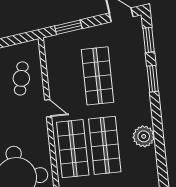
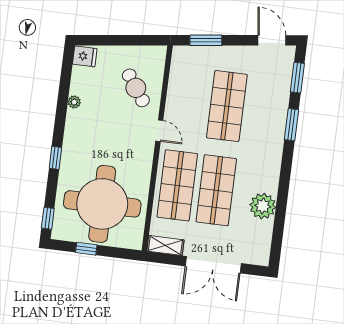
cafe table: (21, 78) -> (136, 88), turned -47
plant: (144, 136) -> (263, 206), moved

